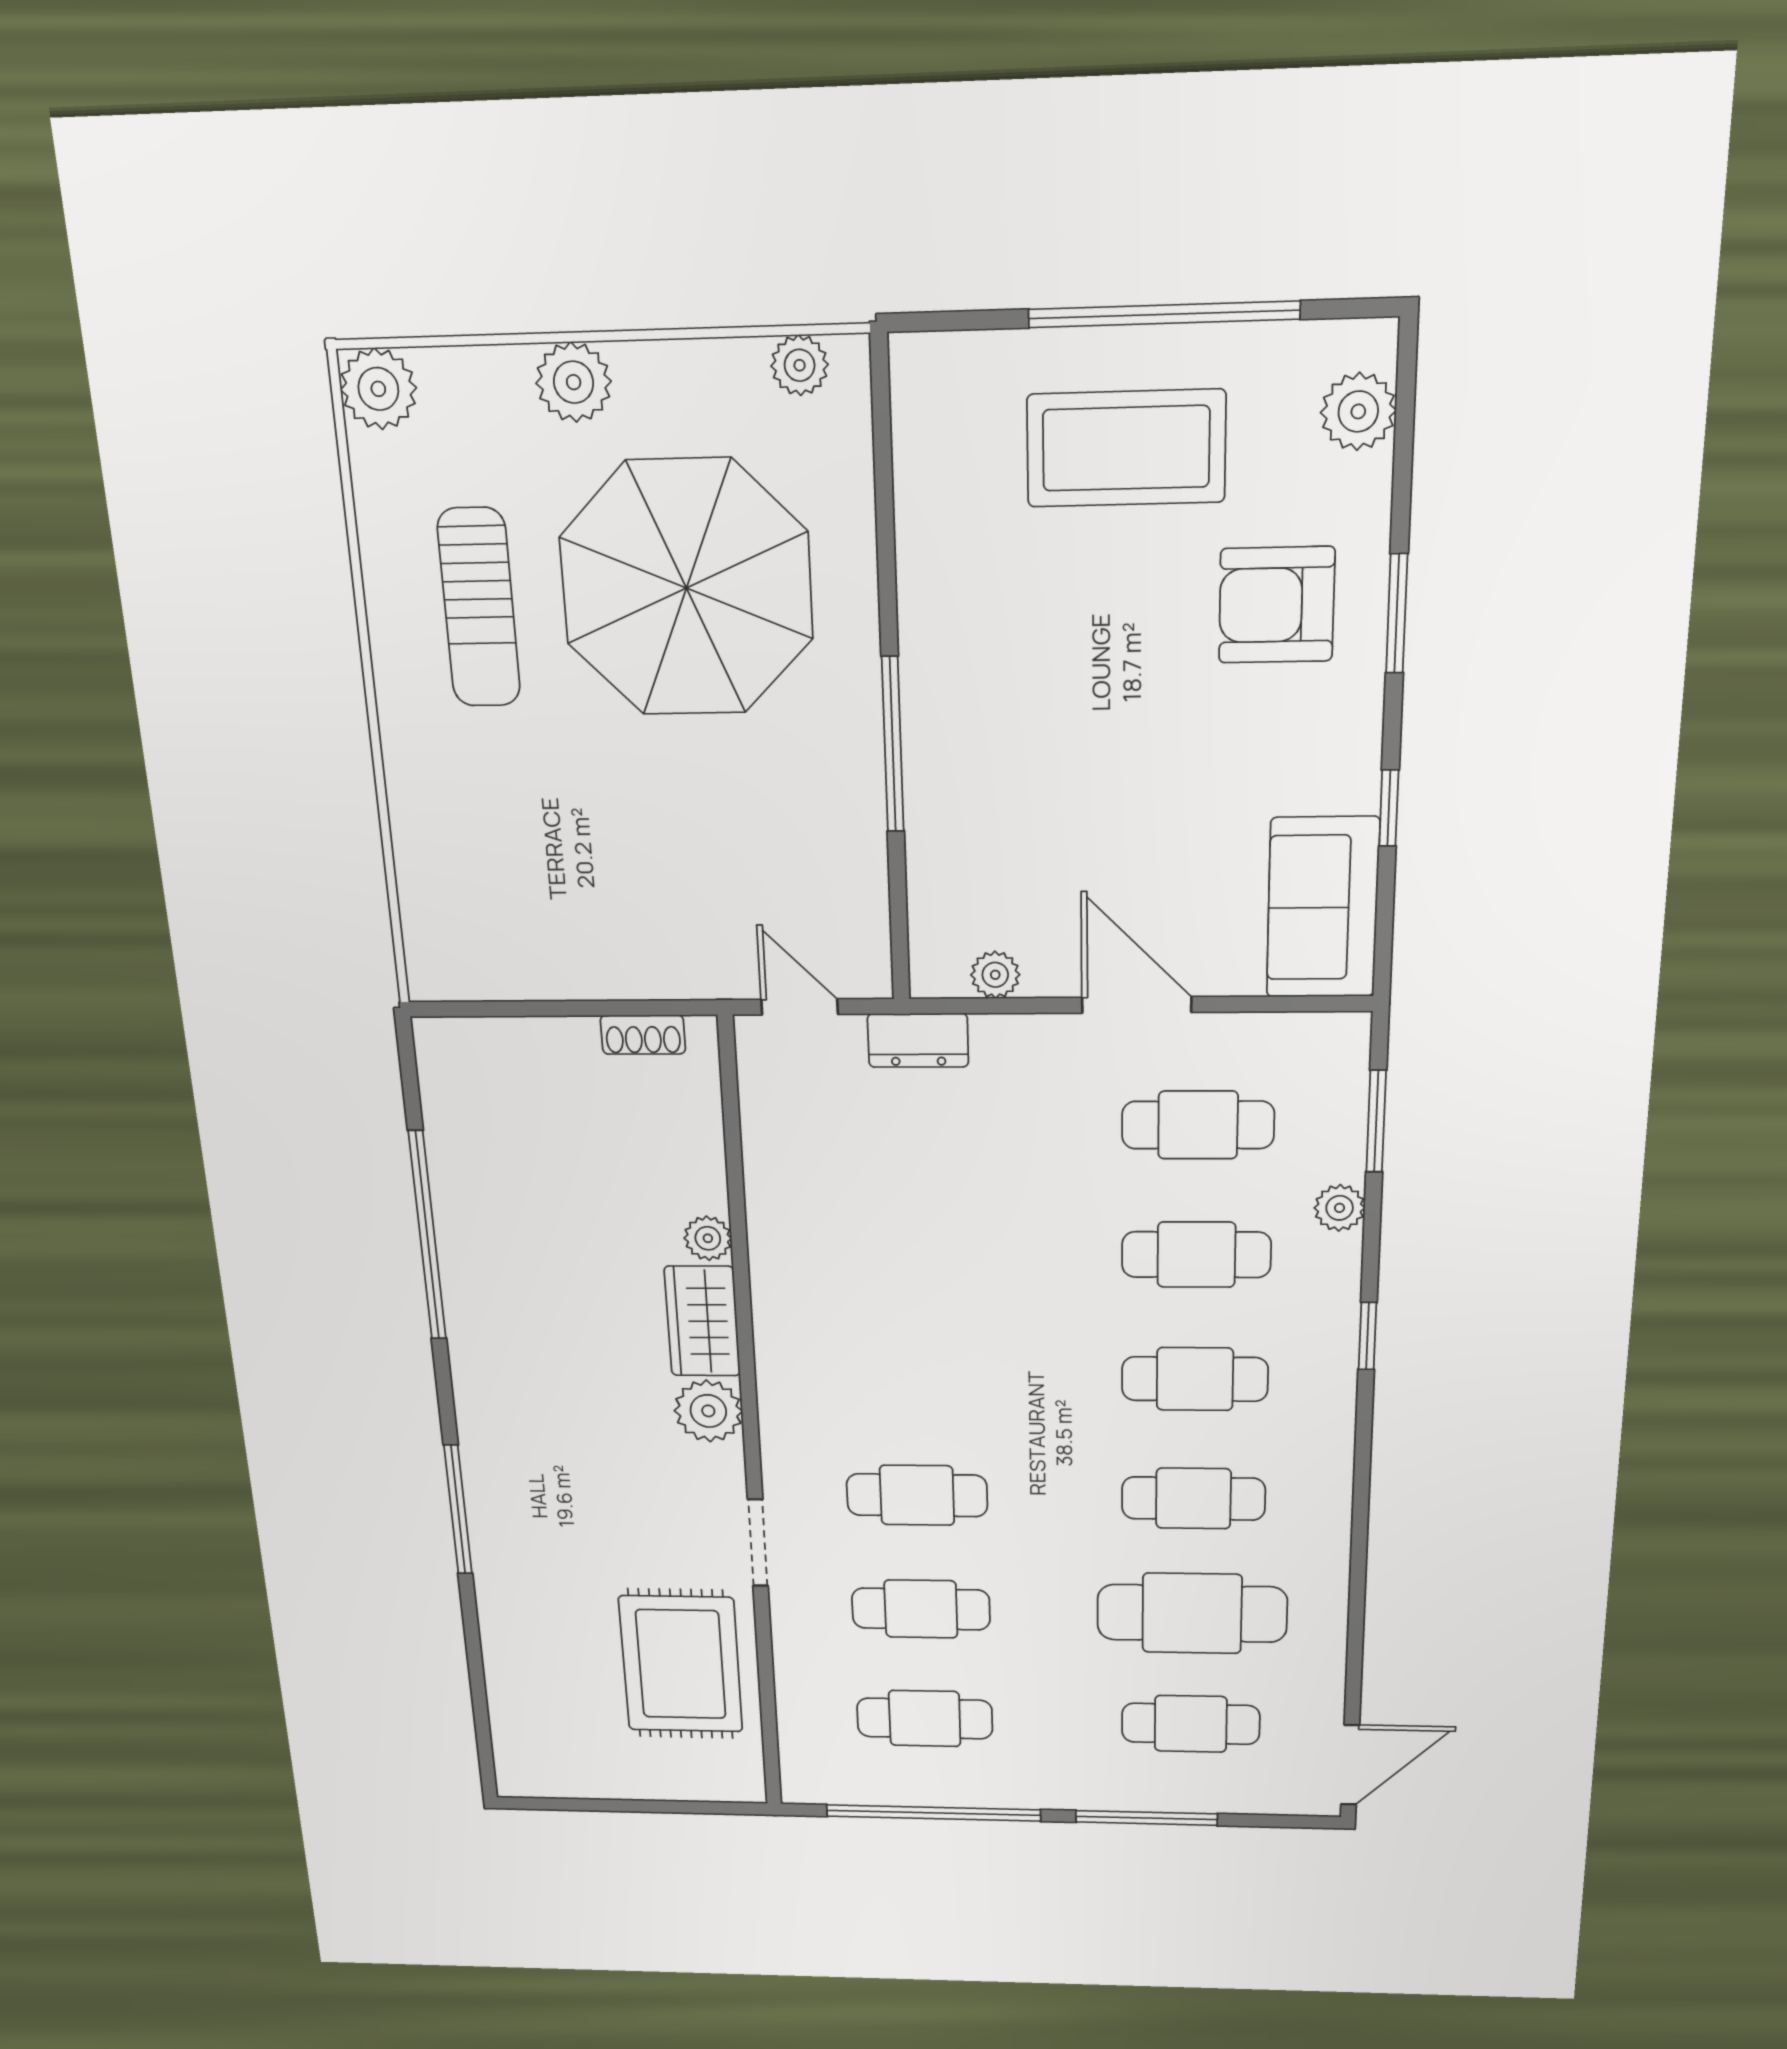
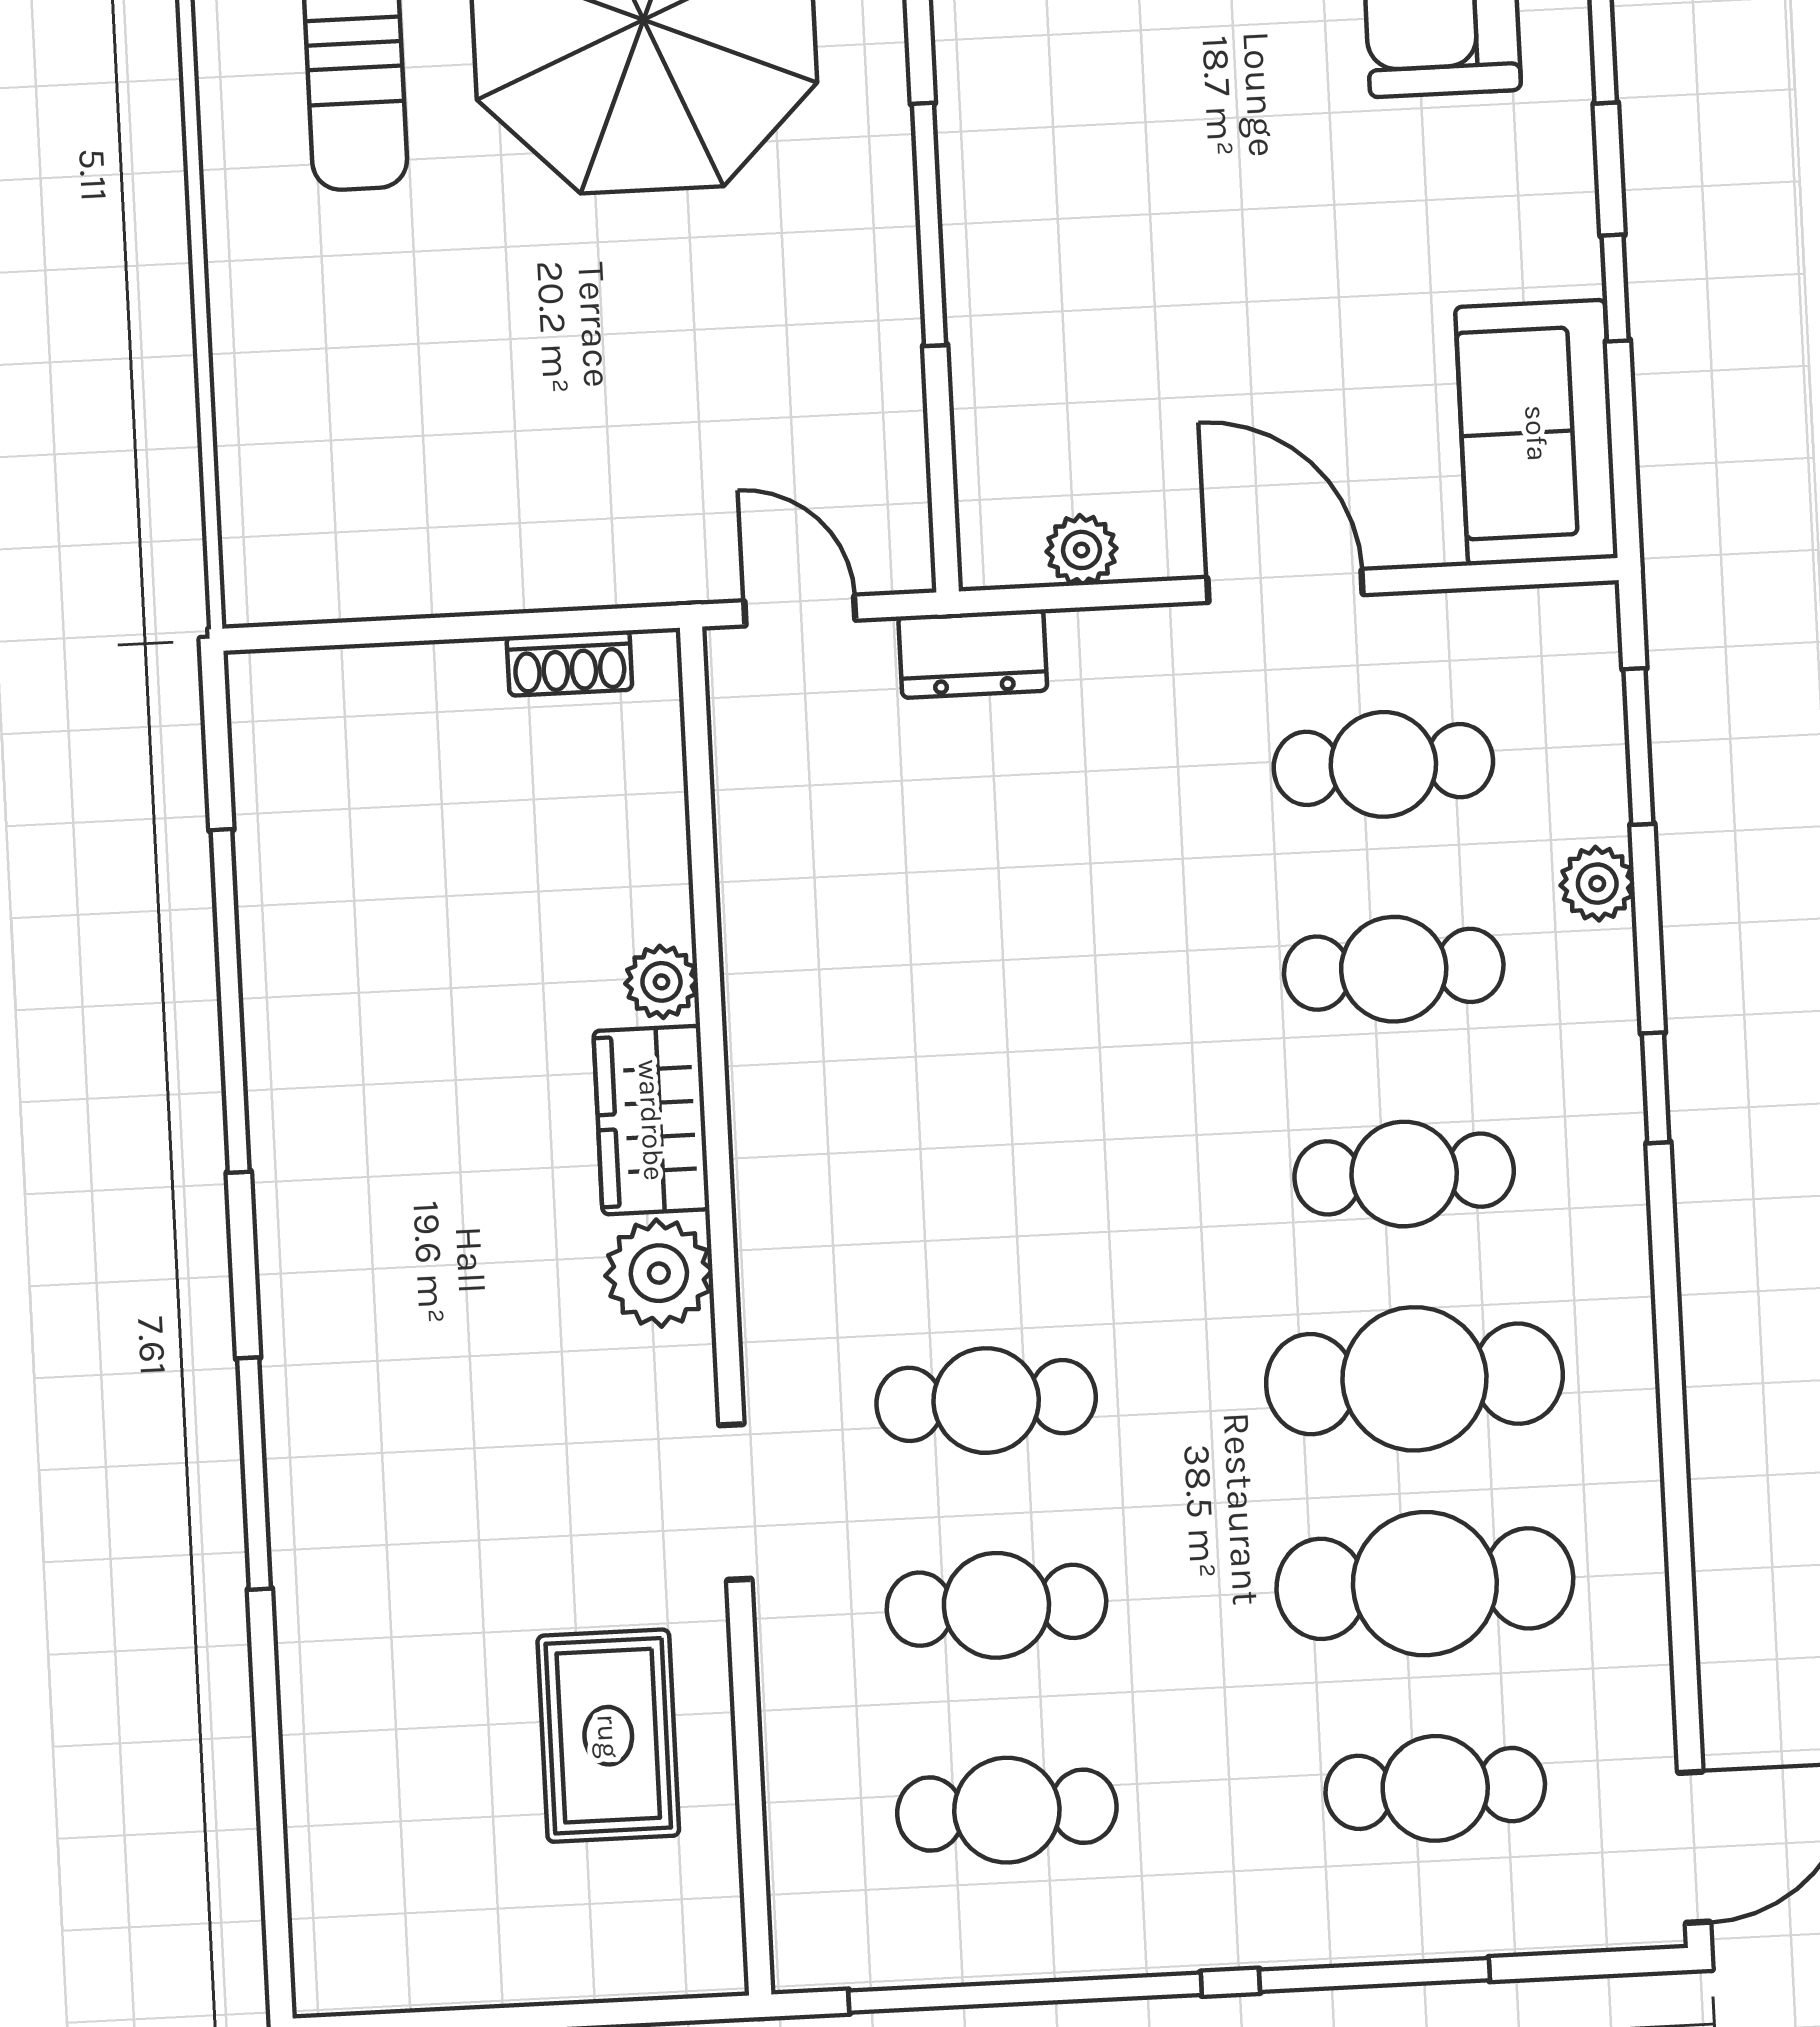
cafe table: (1193, 1498) -> (1414, 1379), width x1.37, depth x1.35
rug: (681, 1664) -> (608, 1736), width x0.73, depth x0.70

